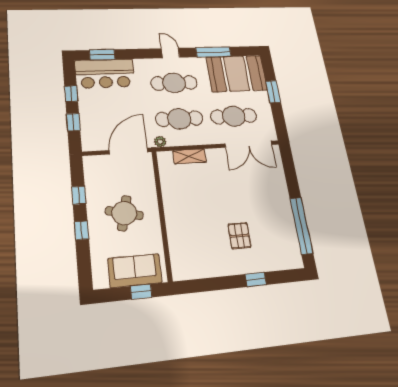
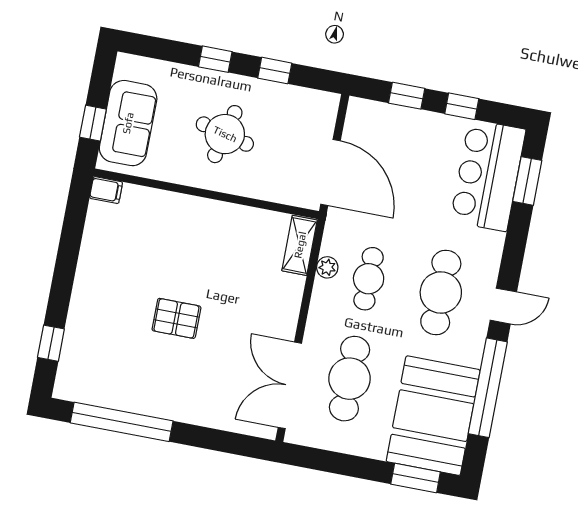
window: (213, 52) -> (488, 388), width x1.46
window: (273, 92) -> (416, 478), moved
cafe table: (179, 119) -> (369, 279), width x0.73, depth x0.74
plant: (160, 142) -> (327, 267), moved
shelving: (190, 156) -> (300, 245), moved
pallet: (239, 236) -> (176, 318), moved
filing cabinet: (178, 272) -> (106, 190), added
window: (256, 280) -> (51, 343), moved

